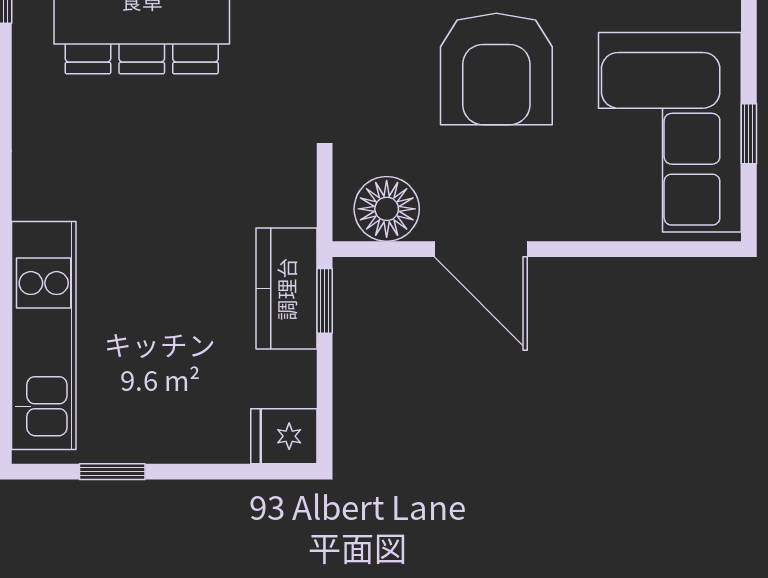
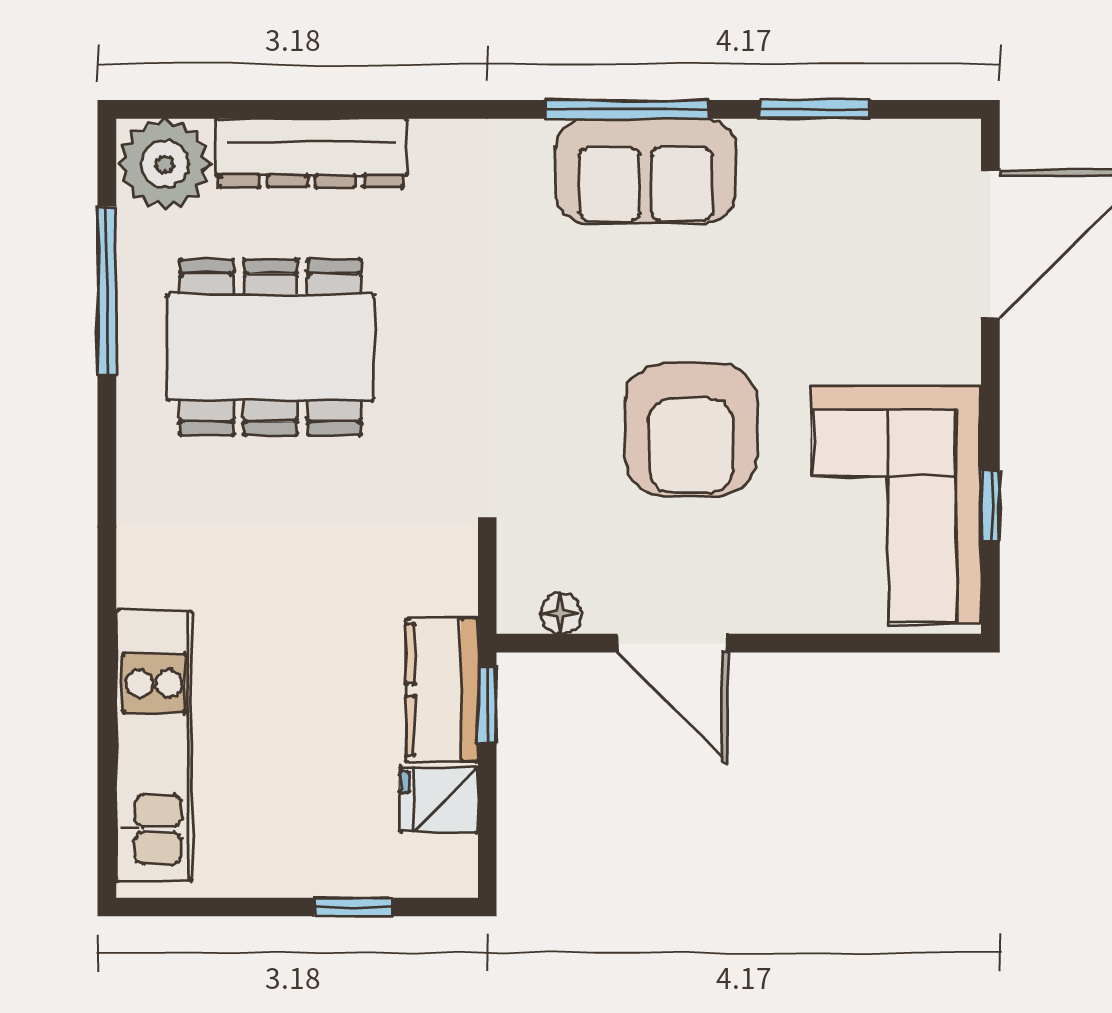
floor lamp: (387, 209) -> (561, 613), width x0.53, depth x0.53
fridge: (284, 436) -> (439, 800), moved
window: (112, 472) -> (353, 907), moved

